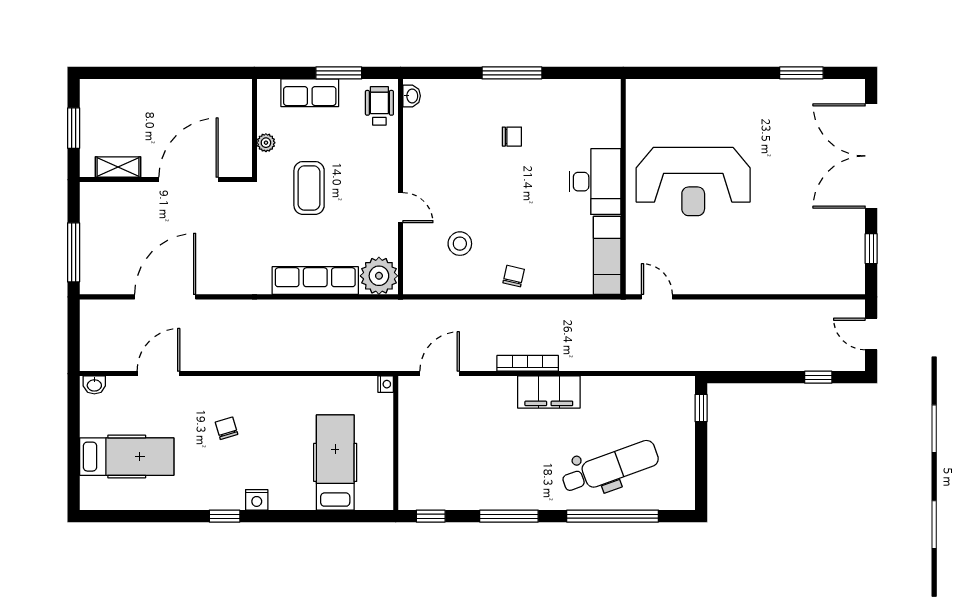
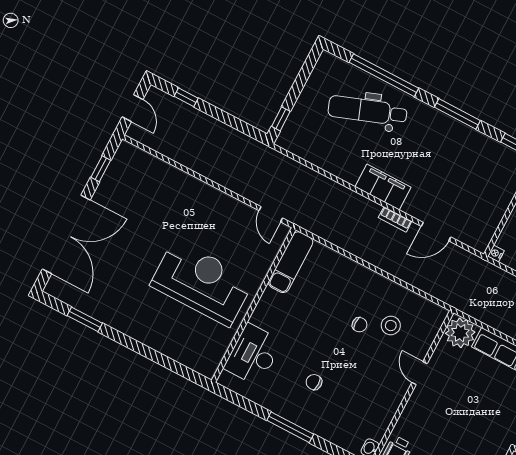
desk: (595, 182) -> (253, 355), moved
coffee table: (309, 188) -> (477, 421), removed
chair: (514, 276) -> (360, 325), moved, turned -103
bookcase: (528, 363) -> (395, 219), width x0.64
door: (440, 374) -> (436, 232), moved

